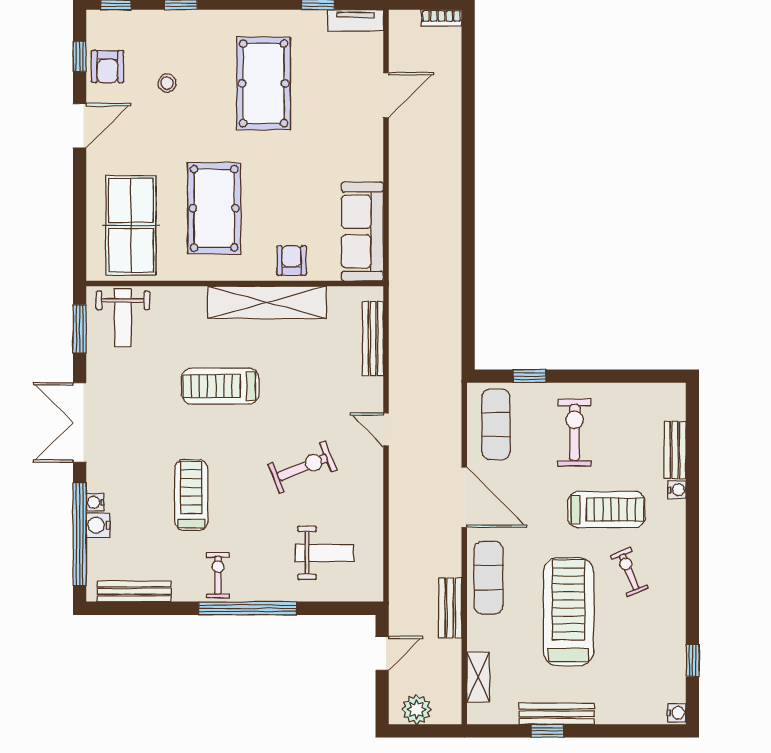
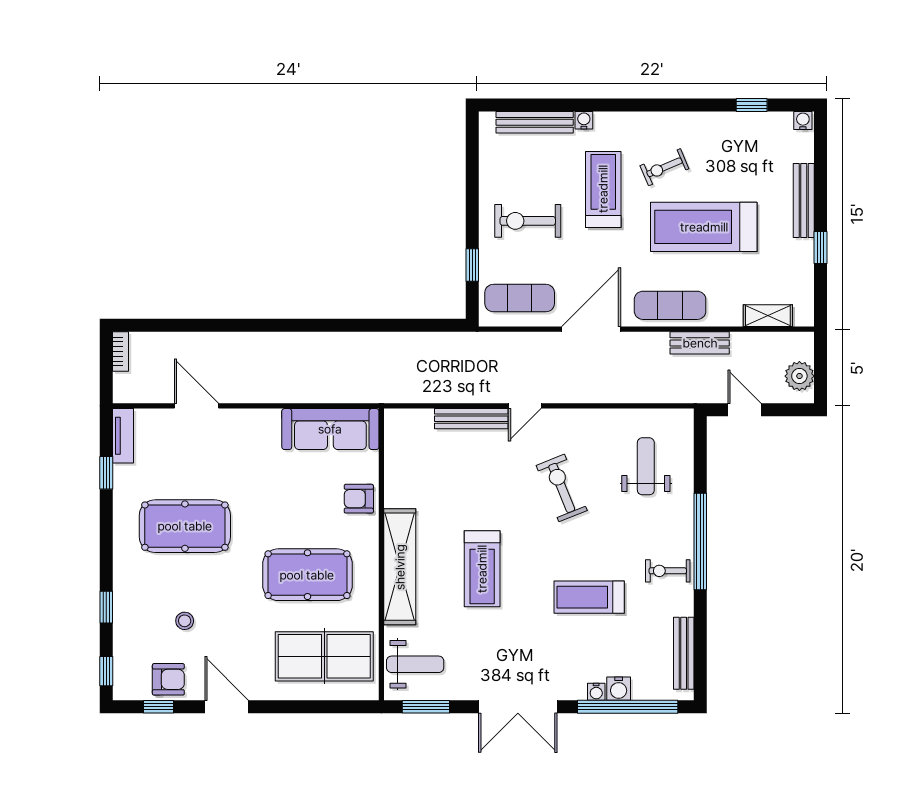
shelving: (267, 302) -> (400, 567), moved
bench: (373, 339) -> (471, 419), moved
bench: (675, 450) -> (535, 122), width x1.36
bench: (557, 714) -> (804, 200), moved

